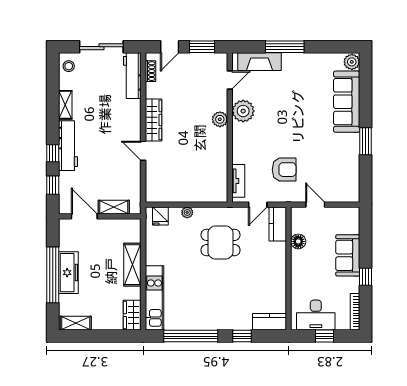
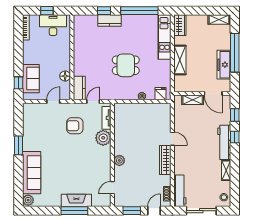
fireplace: (259, 62) -> (76, 200), moved
plant: (243, 111) -> (103, 138), moved
door: (315, 205) -> (53, 101), swing flipped
dining table: (221, 242) -> (126, 65), moved
sofa: (348, 255) -> (31, 79), moved
freezer: (68, 273) -> (224, 65), moved
window: (366, 277) -> (19, 83), moved
kitchen counter: (269, 322) -> (110, 21), moved

